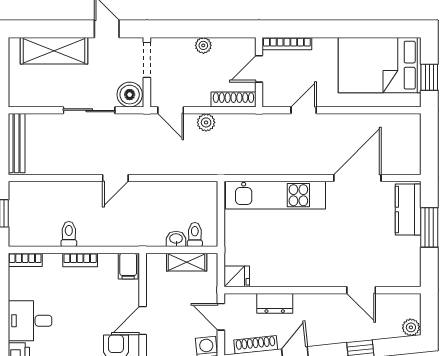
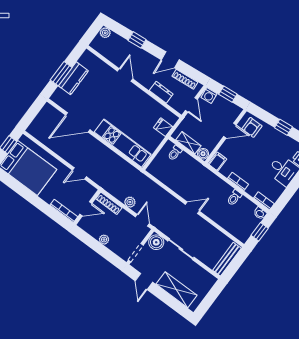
kitchen counter: (408, 210) -> (73, 78), moved
washbasin: (176, 239) -> (260, 213), moved
boiler: (156, 262) -> (203, 154), added
fridge: (237, 276) -> (163, 127), moved
door: (361, 290) -> (125, 75), moved

